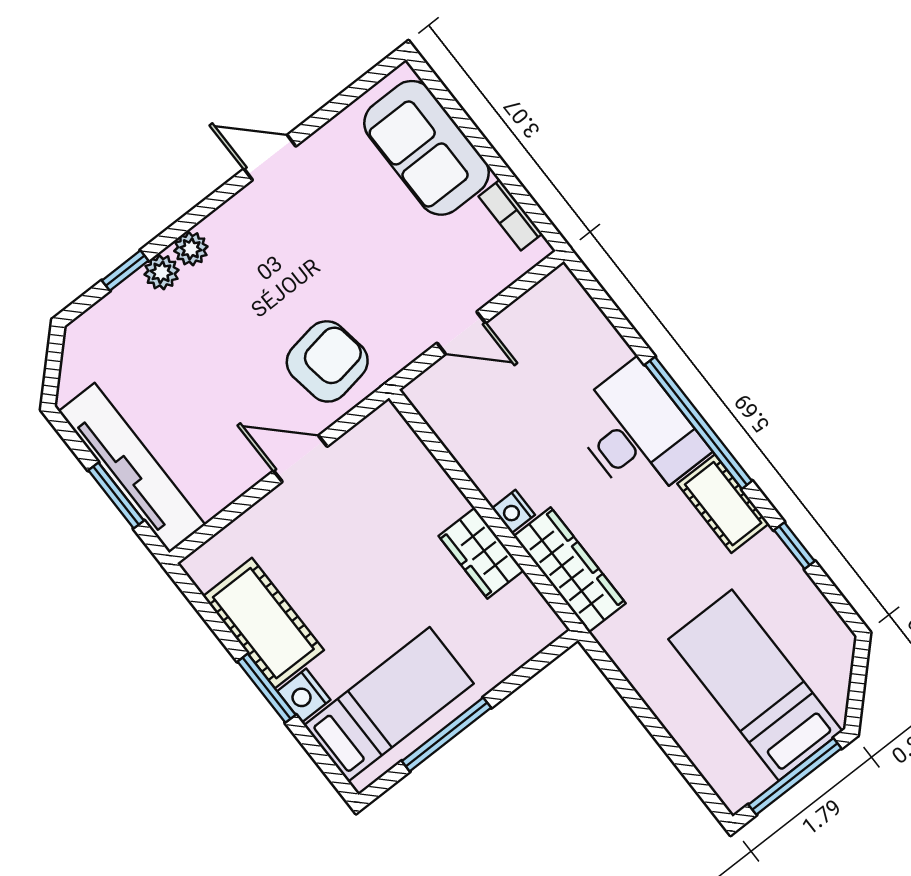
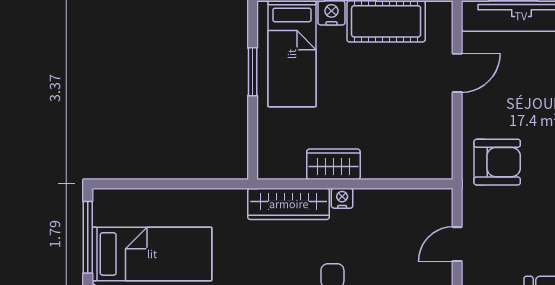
armchair: (327, 361) -> (497, 162), turned -81
door: (300, 459) -> (457, 73), moved
window: (446, 734) -> (253, 72), width x0.69

